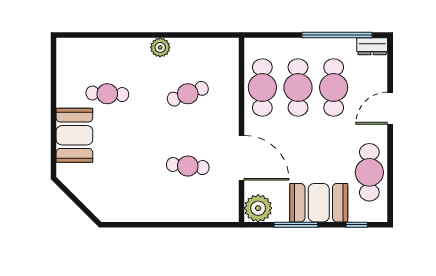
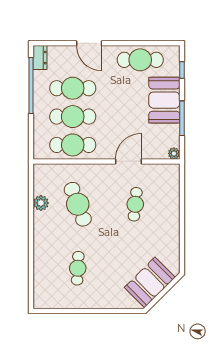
plant: (160, 47) -> (41, 203), moved
cafe table: (188, 94) -> (78, 204), width x1.37, depth x1.35
booth: (74, 135) -> (150, 282), moved, turned -45
door: (242, 158) -> (129, 161), width x0.73
plant: (258, 208) -> (174, 153), width x0.53, depth x0.53

